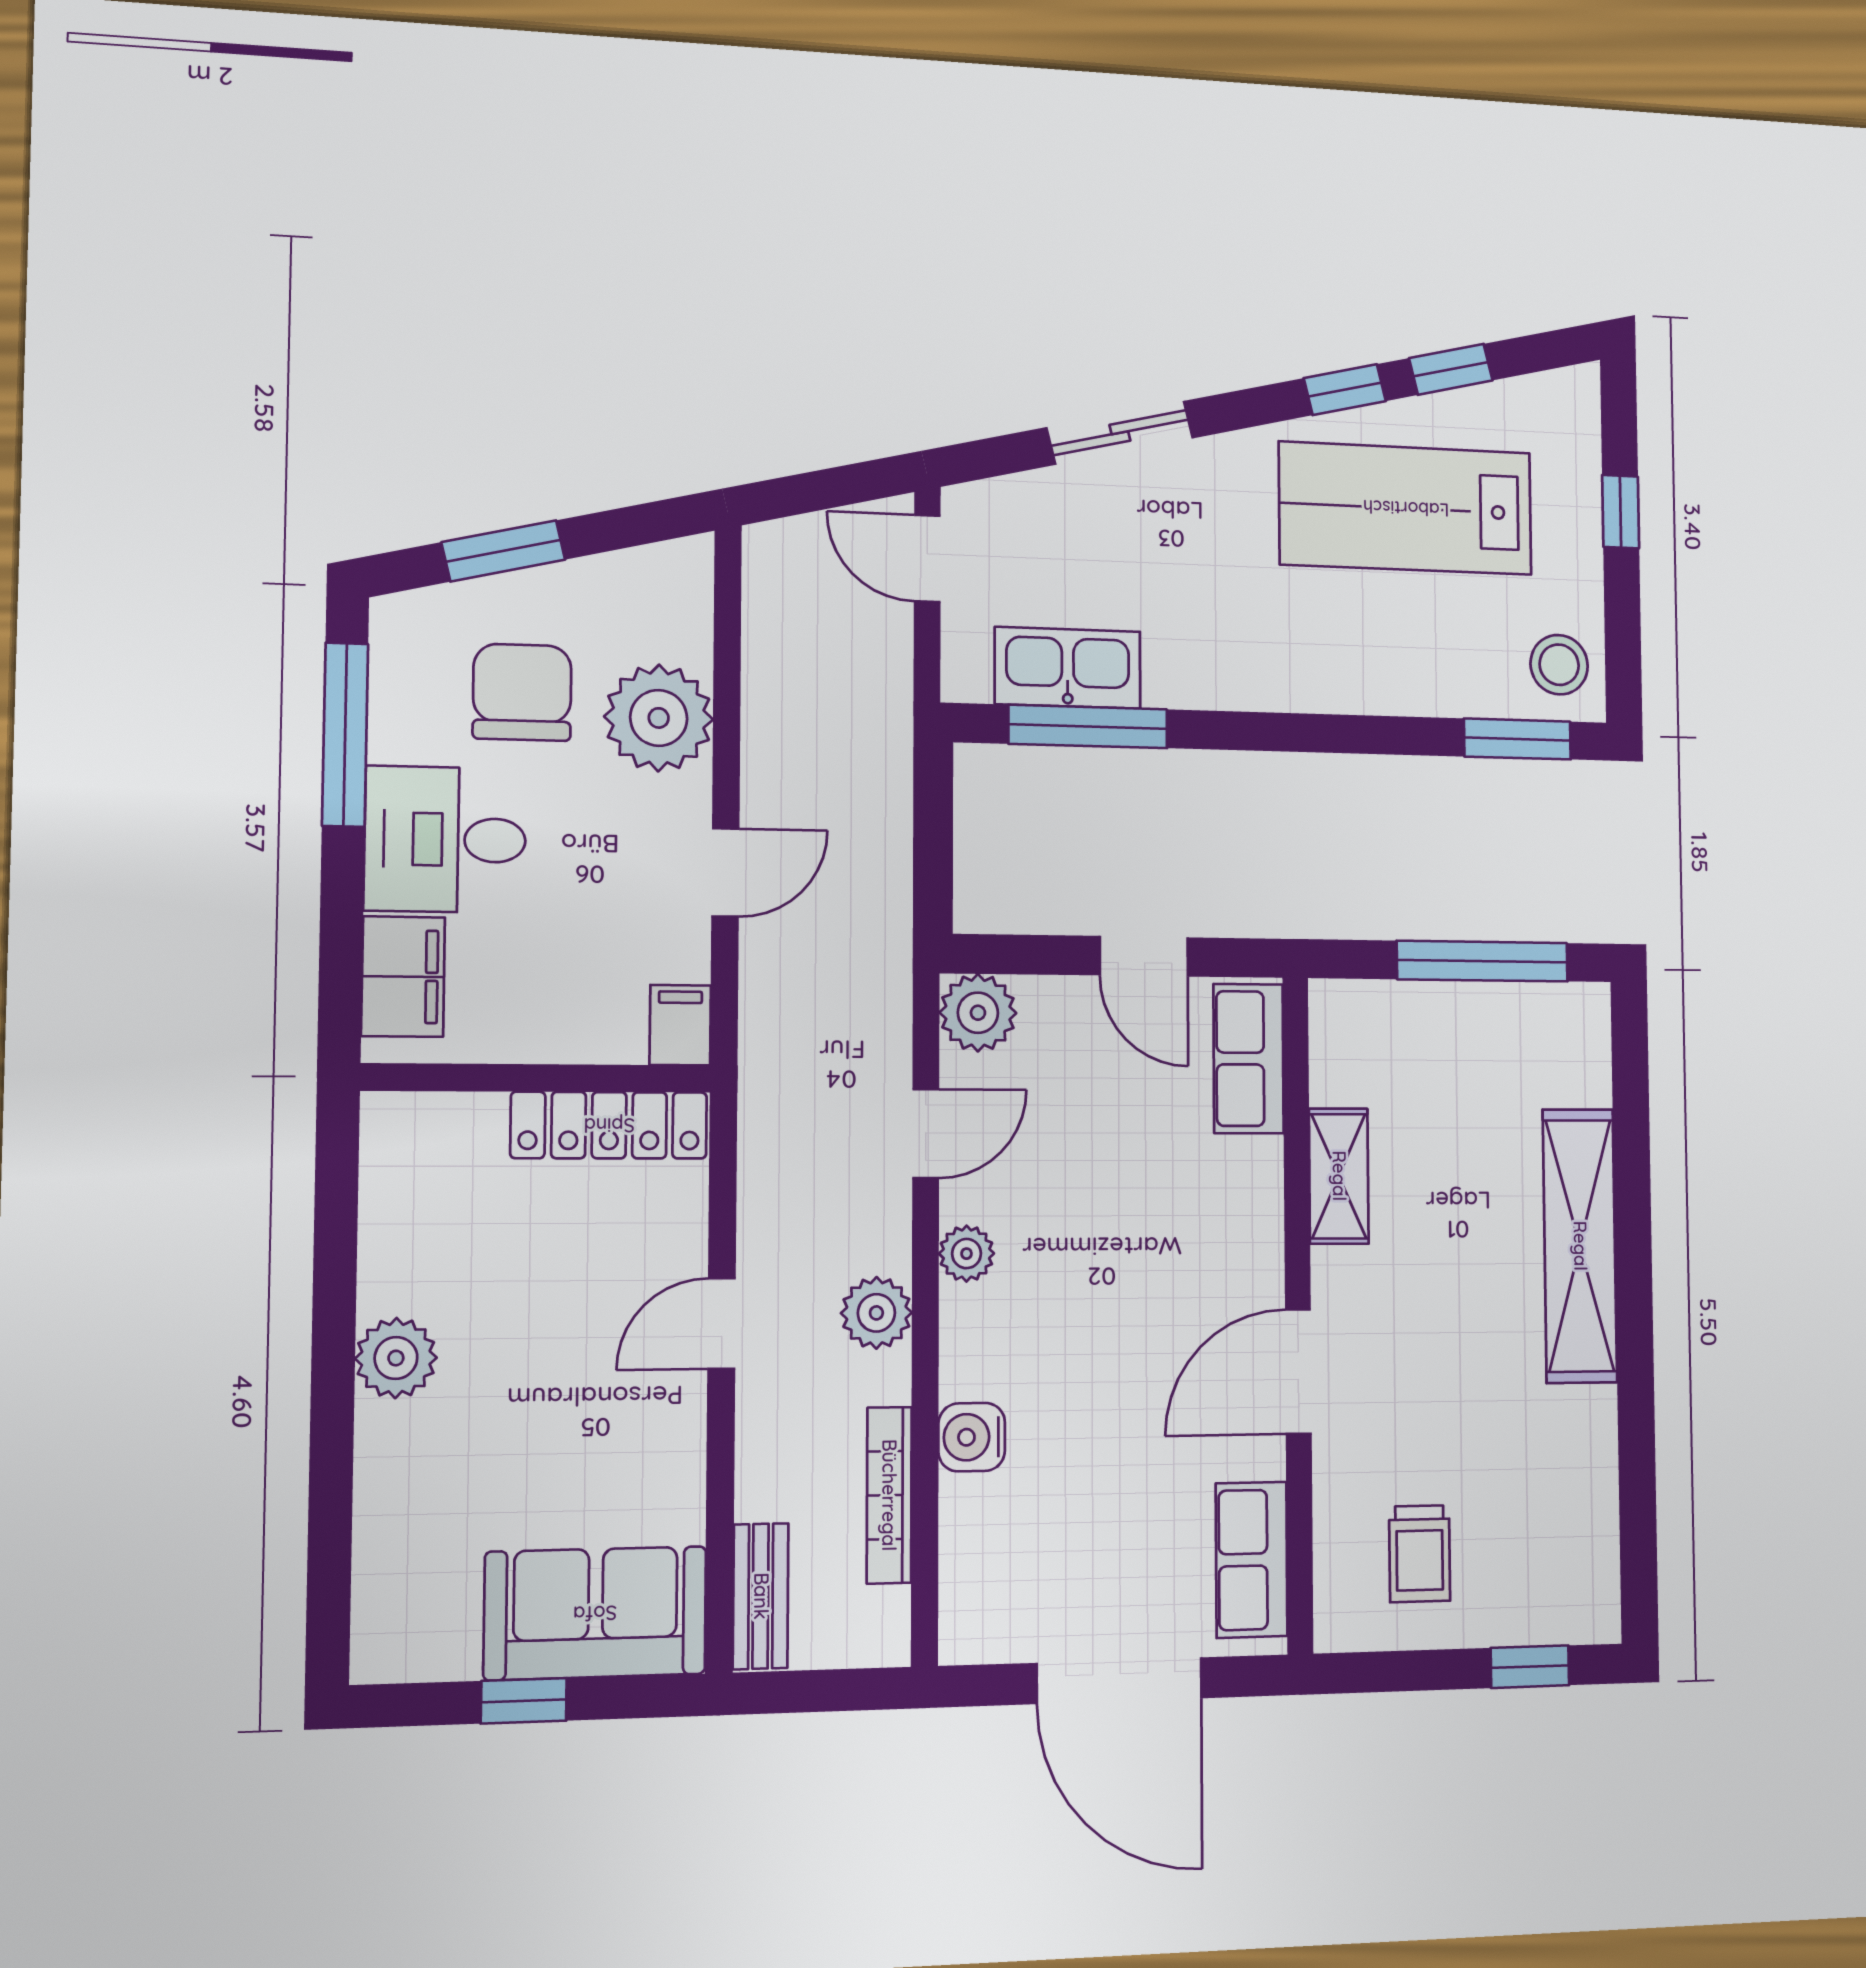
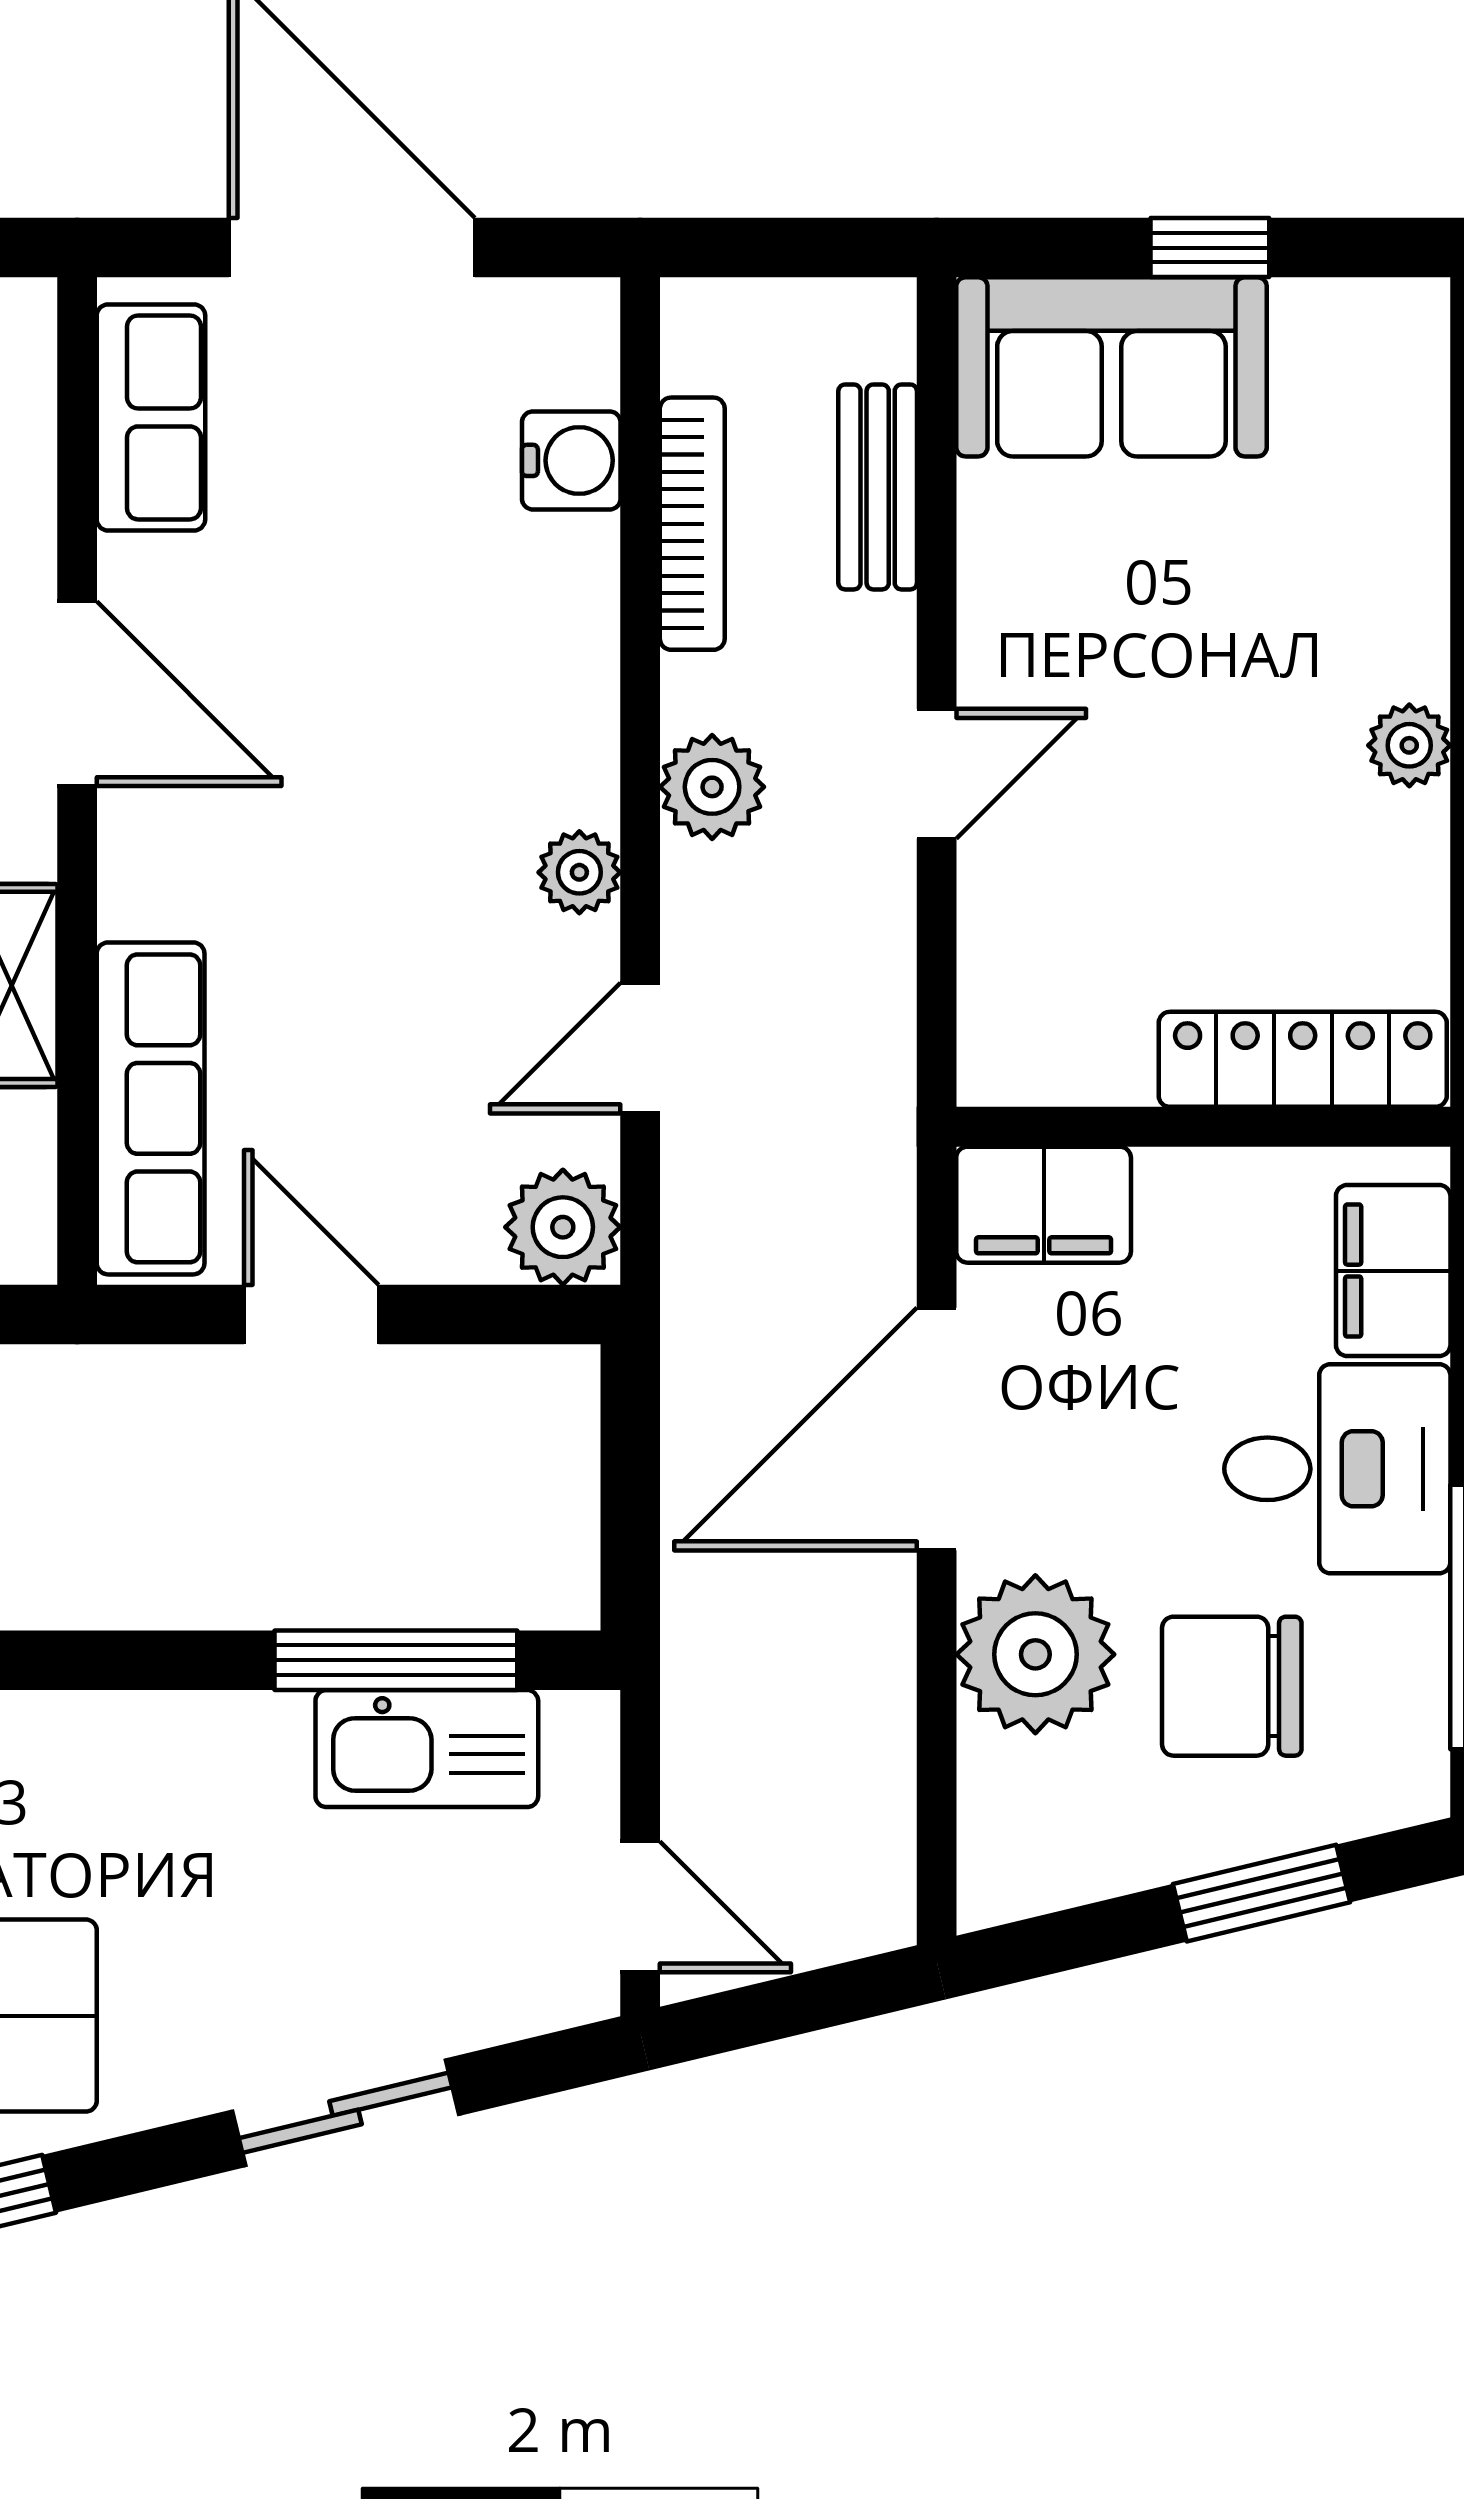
chair: (522, 692) -> (1232, 1686), turned 90
door: (725, 872) -> (937, 1429), width x1.87
filing cabinet: (680, 1025) -> (1044, 1205), width x2.00
row of seats: (1249, 1059) -> (151, 1108), width x1.48
locker: (609, 1125) -> (1303, 1059), moved
plant: (396, 1358) -> (1409, 745), width x0.73, depth x0.73
door: (1298, 1372) -> (77, 694), hinge flipped
water cooler: (972, 1437) -> (571, 460), moved
bench: (761, 1596) -> (878, 487), moved

